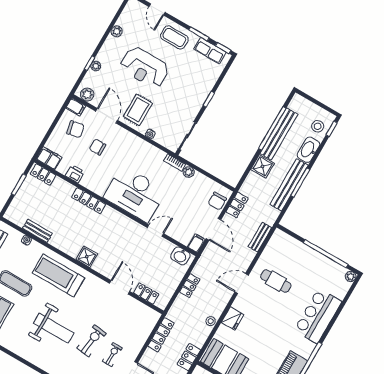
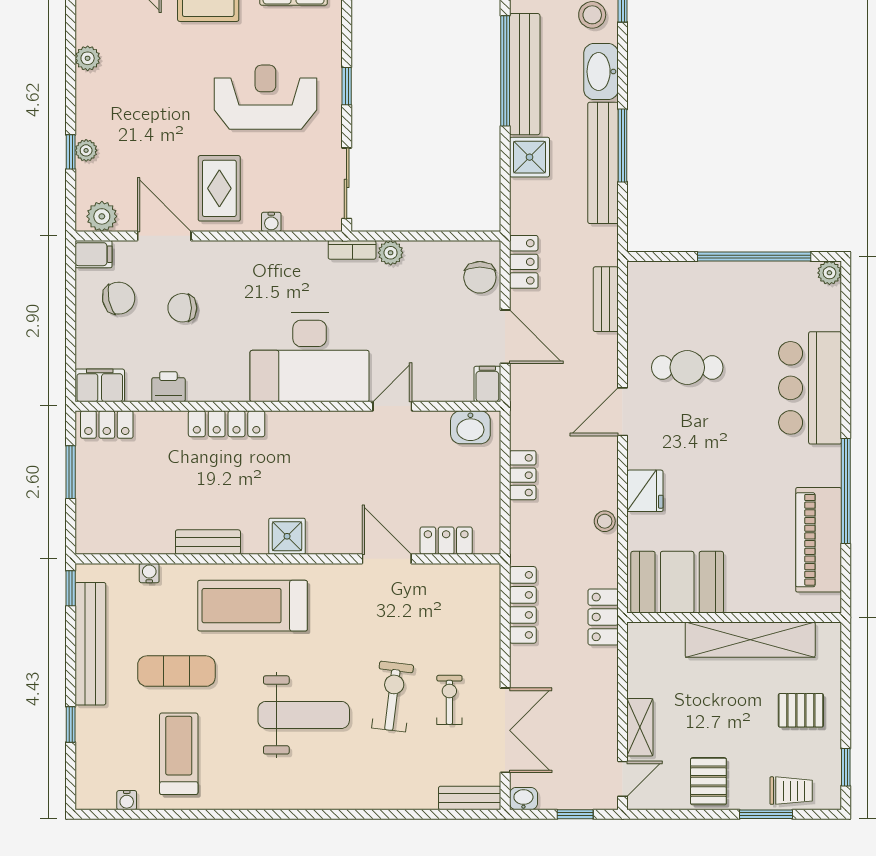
reception desk: (145, 67) -> (265, 97), moved, turned 180
bench: (37, 231) -> (208, 542), moved

